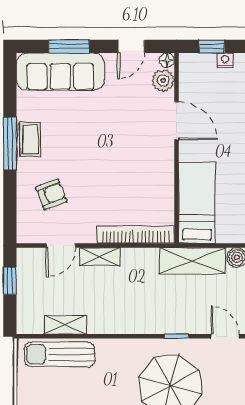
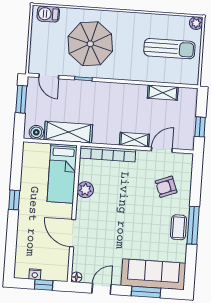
plant: (163, 81) -> (85, 190), moved
sun lounger: (60, 355) -> (169, 49), moved

